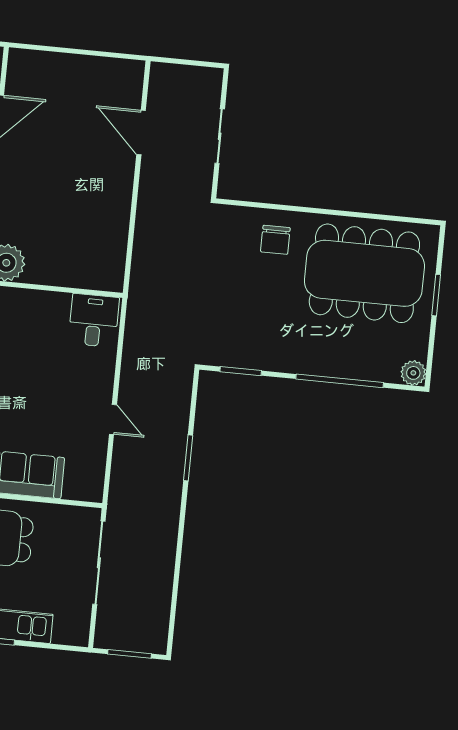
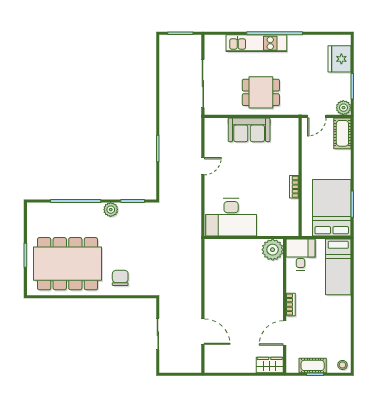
wardrobe: (31, 63) -> (270, 365), added
desk: (94, 320) -> (231, 217), width x1.87, depth x1.30
plant: (413, 373) -> (111, 210), moved
door: (113, 419) -> (203, 166), swing flipped

